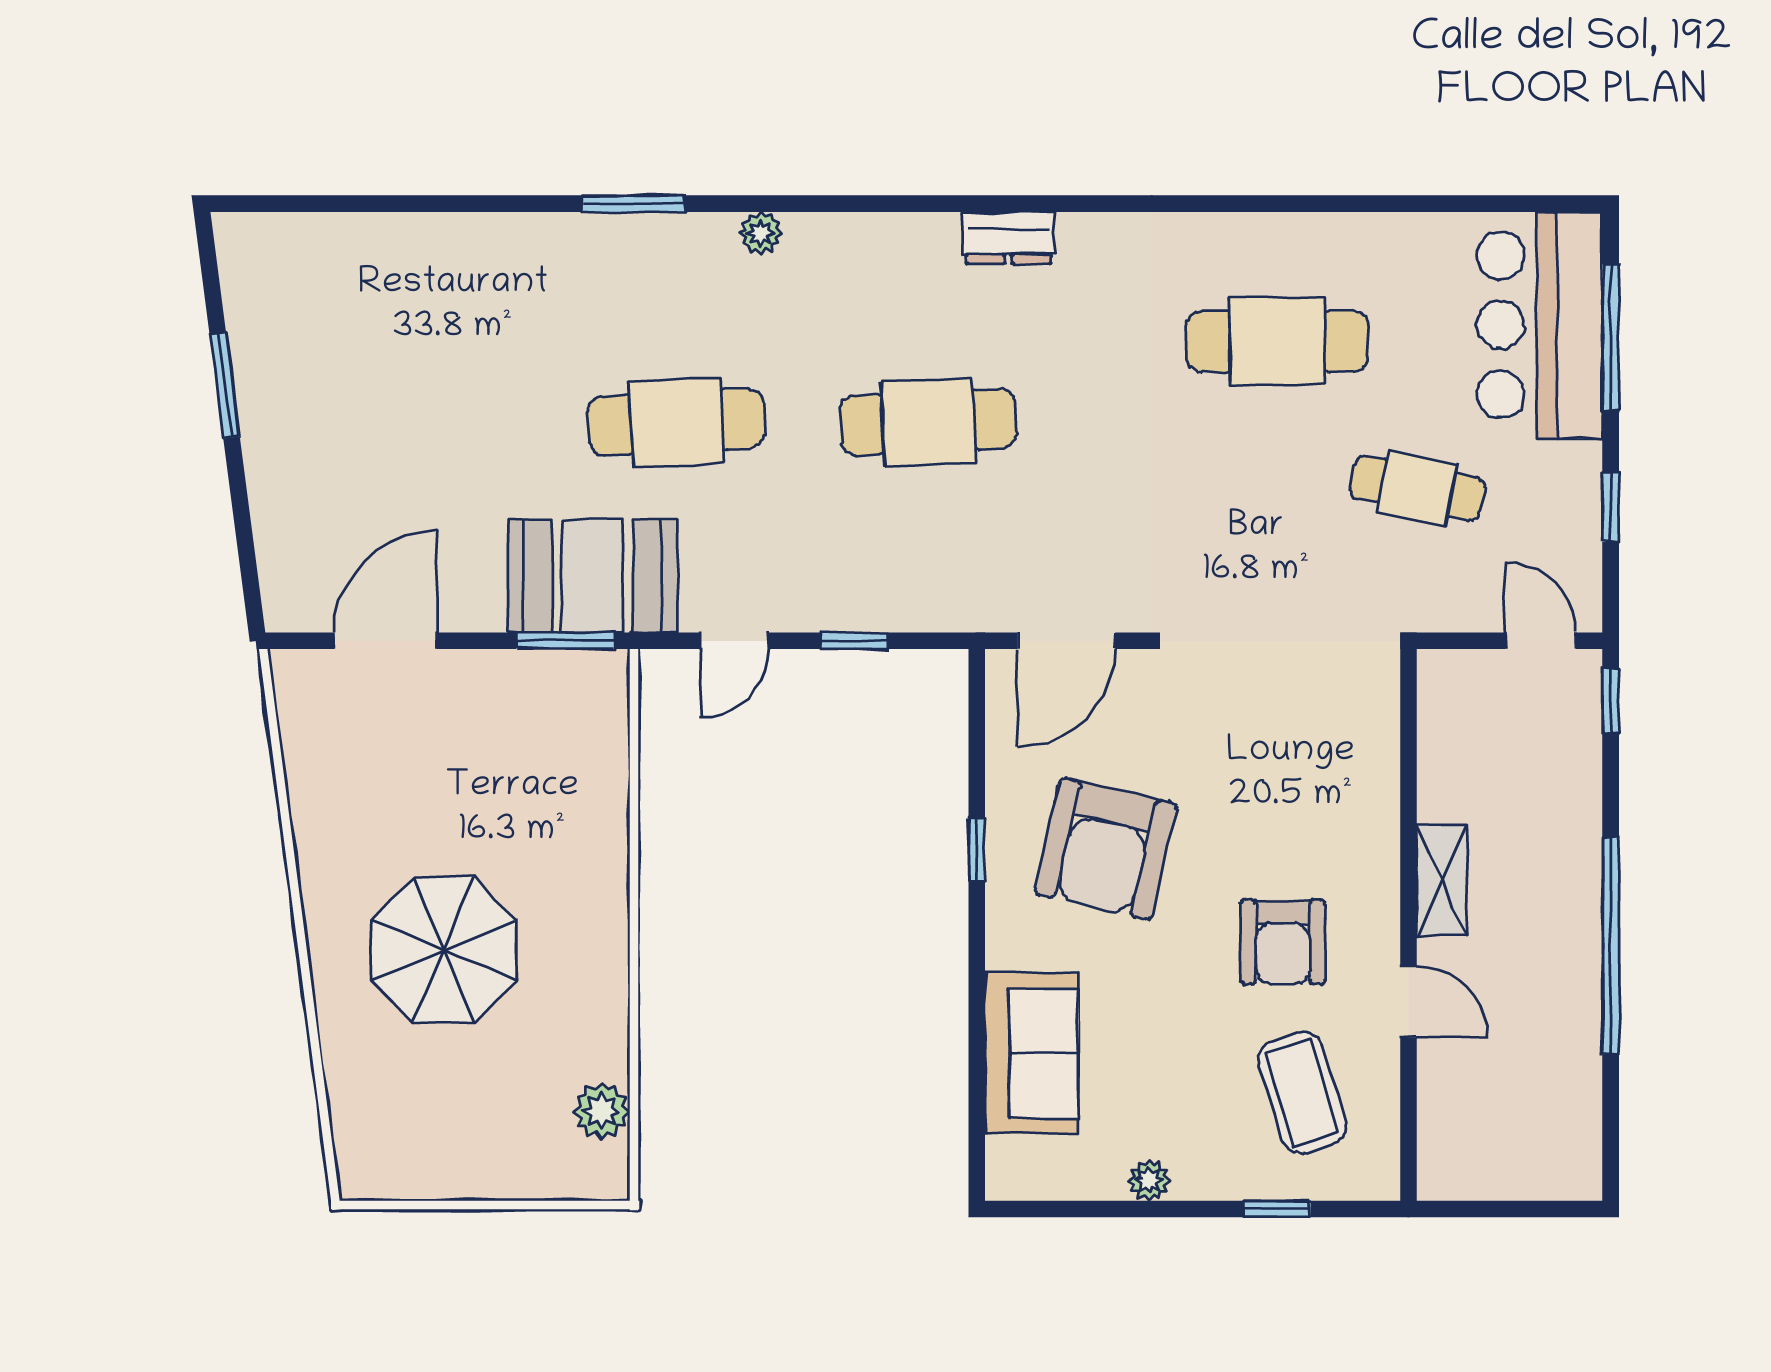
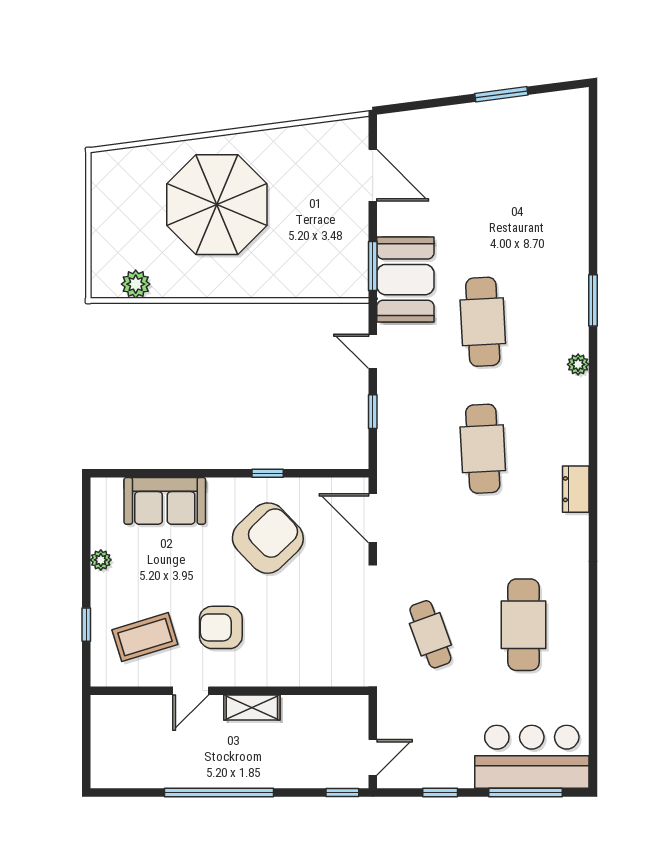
cafe table: (1417, 488) -> (430, 634), moved, turned -31
armchair: (1105, 849) -> (268, 538), turned 123
parasol: (443, 950) -> (217, 205), width x1.36, depth x1.36

